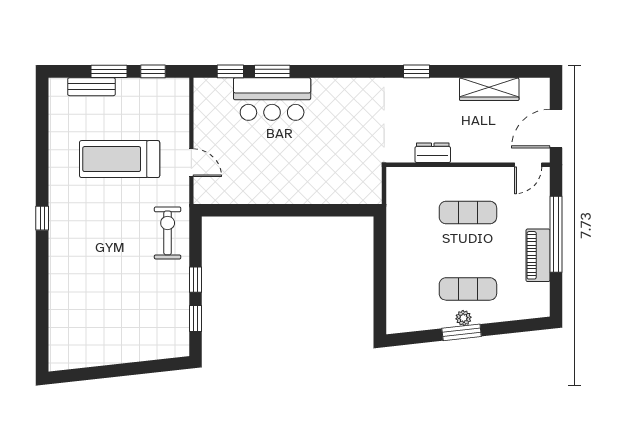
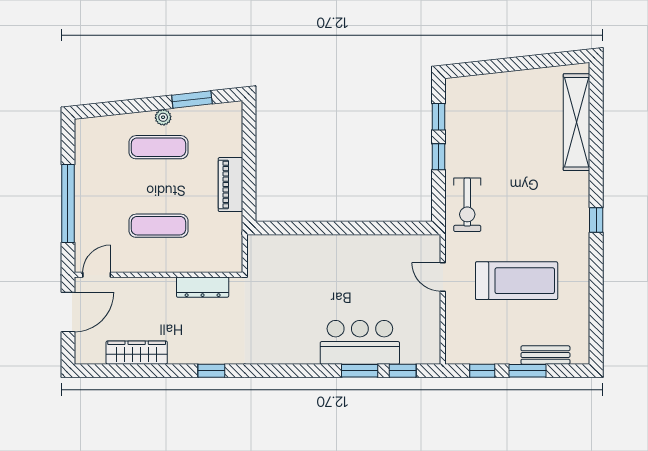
dresser: (433, 153) -> (203, 287), width x1.44
piano: (538, 255) -> (230, 185), moved, turned 180
shelving: (61, 313) -> (577, 122), added
window: (462, 332) -> (192, 99), moved

